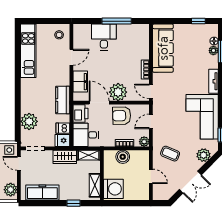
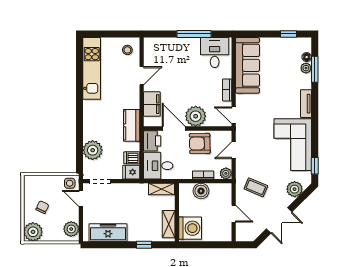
desk: (104, 37) -> (215, 53), moved
wardrobe: (65, 157) -> (134, 191), removed

